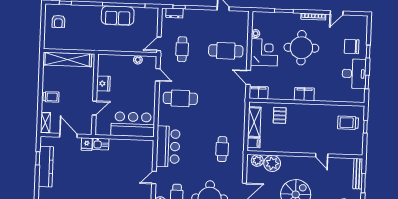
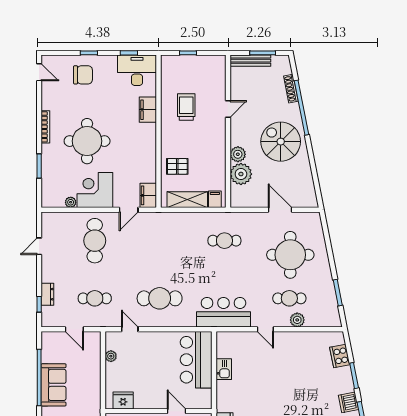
dresser: (174, 13) -> (47, 294), moved
door: (337, 13) -> (39, 72), moved
door: (159, 44) -> (74, 329), moved
chair: (352, 47) -> (83, 75), turned -90
desk: (354, 74) -> (137, 70), moved
door: (158, 75) -> (130, 329), hinge flipped
fridge: (103, 84) -> (123, 400), moved
filing cabinet: (304, 94) -> (148, 110), moved
cafe table: (180, 98) -> (160, 298), turned 90
trolley: (348, 123) -> (186, 107), moved, turned 180
kitchen sink: (101, 144) -> (224, 369), moved
plant: (257, 160) -> (238, 154), moved

